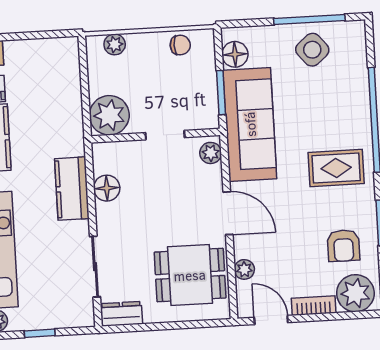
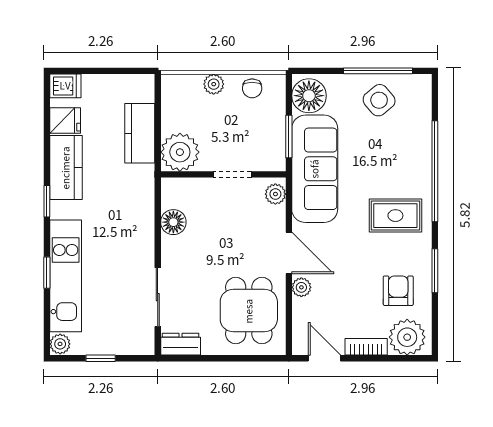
plant: (115, 44) -> (214, 84), moved
chair: (180, 45) -> (252, 88), turned 90
floor lamp: (235, 54) -> (309, 96), width x1.38, depth x1.38
kitchen counter: (72, 189) -> (140, 133), moved
armchair: (343, 246) -> (398, 291), turned 180
plant: (244, 269) -> (301, 287), moved
dining table: (190, 275) -> (249, 311), turned 90

